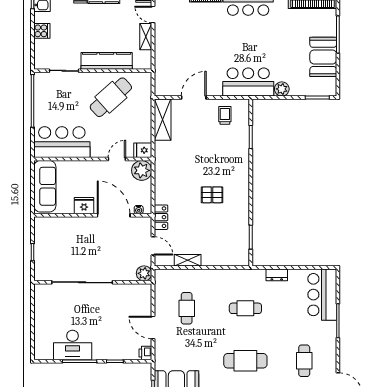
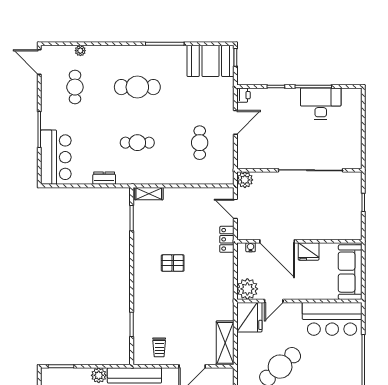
fridge: (143, 150) -> (249, 317), width x1.88, depth x1.34
shelving: (188, 260) -> (149, 194), moved
door: (153, 327) -> (235, 122), hinge flipped

